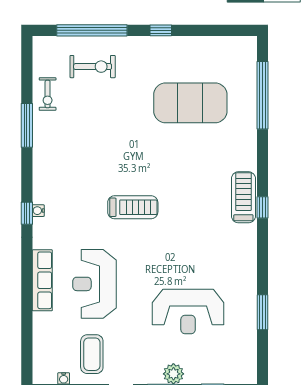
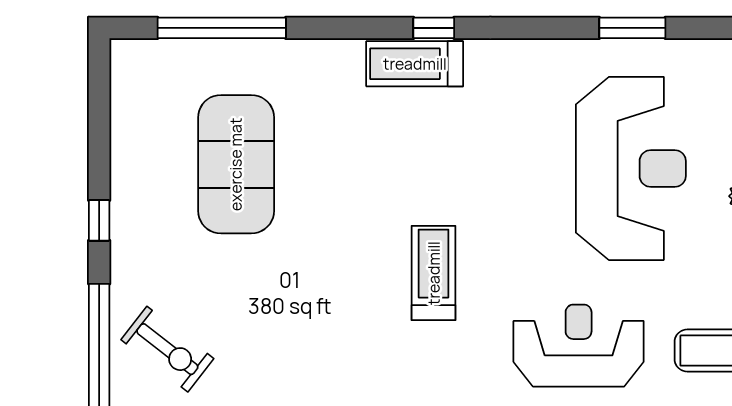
exercise bike: (93, 67) -> (167, 349), turned 128
reception desk: (94, 284) -> (579, 346), turned 180
reception desk: (188, 312) -> (631, 168), width x1.36, depth x1.30

